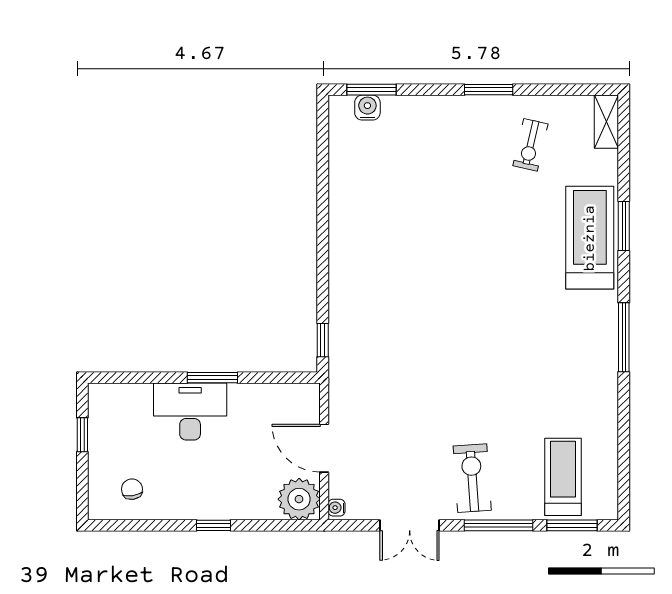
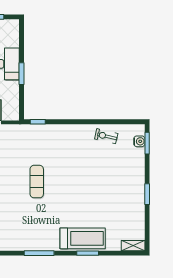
exercise bike: (530, 145) -> (106, 136), moved
exercise mat: (460, 343) -> (37, 182), added

